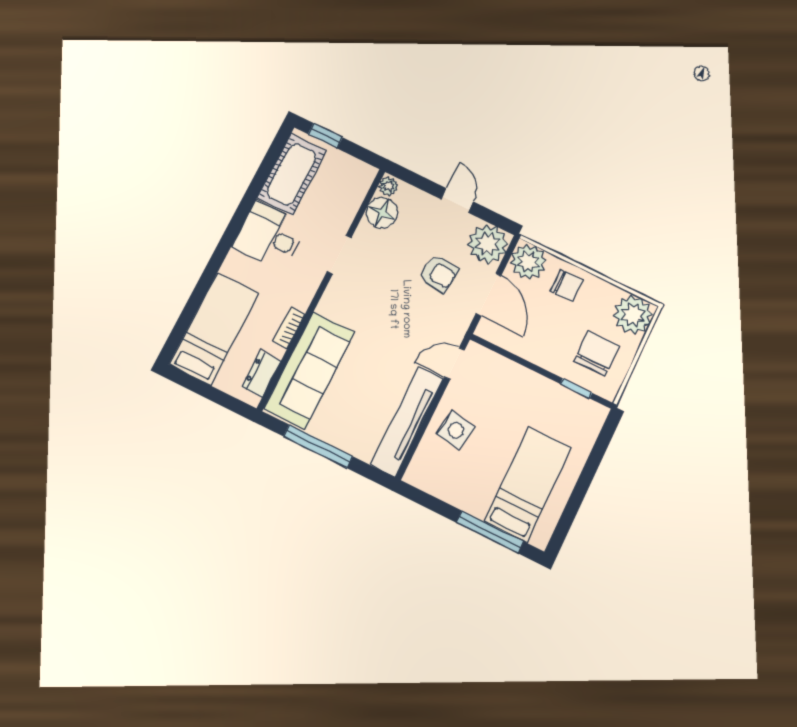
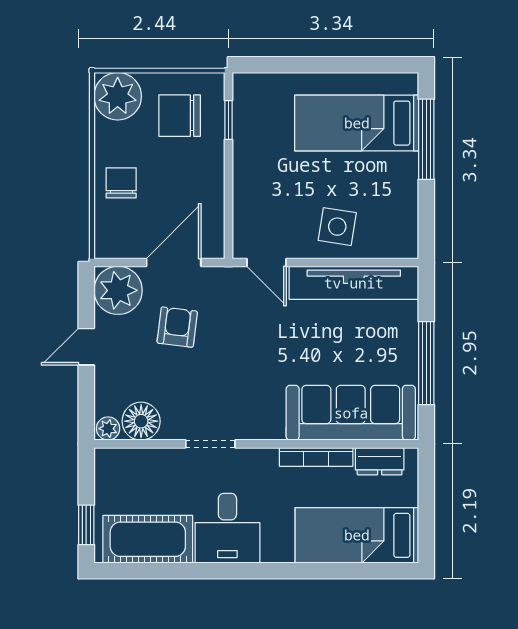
plant: (528, 262) -> (116, 237), removed
bookcase: (289, 328) -> (316, 457), width x1.56

